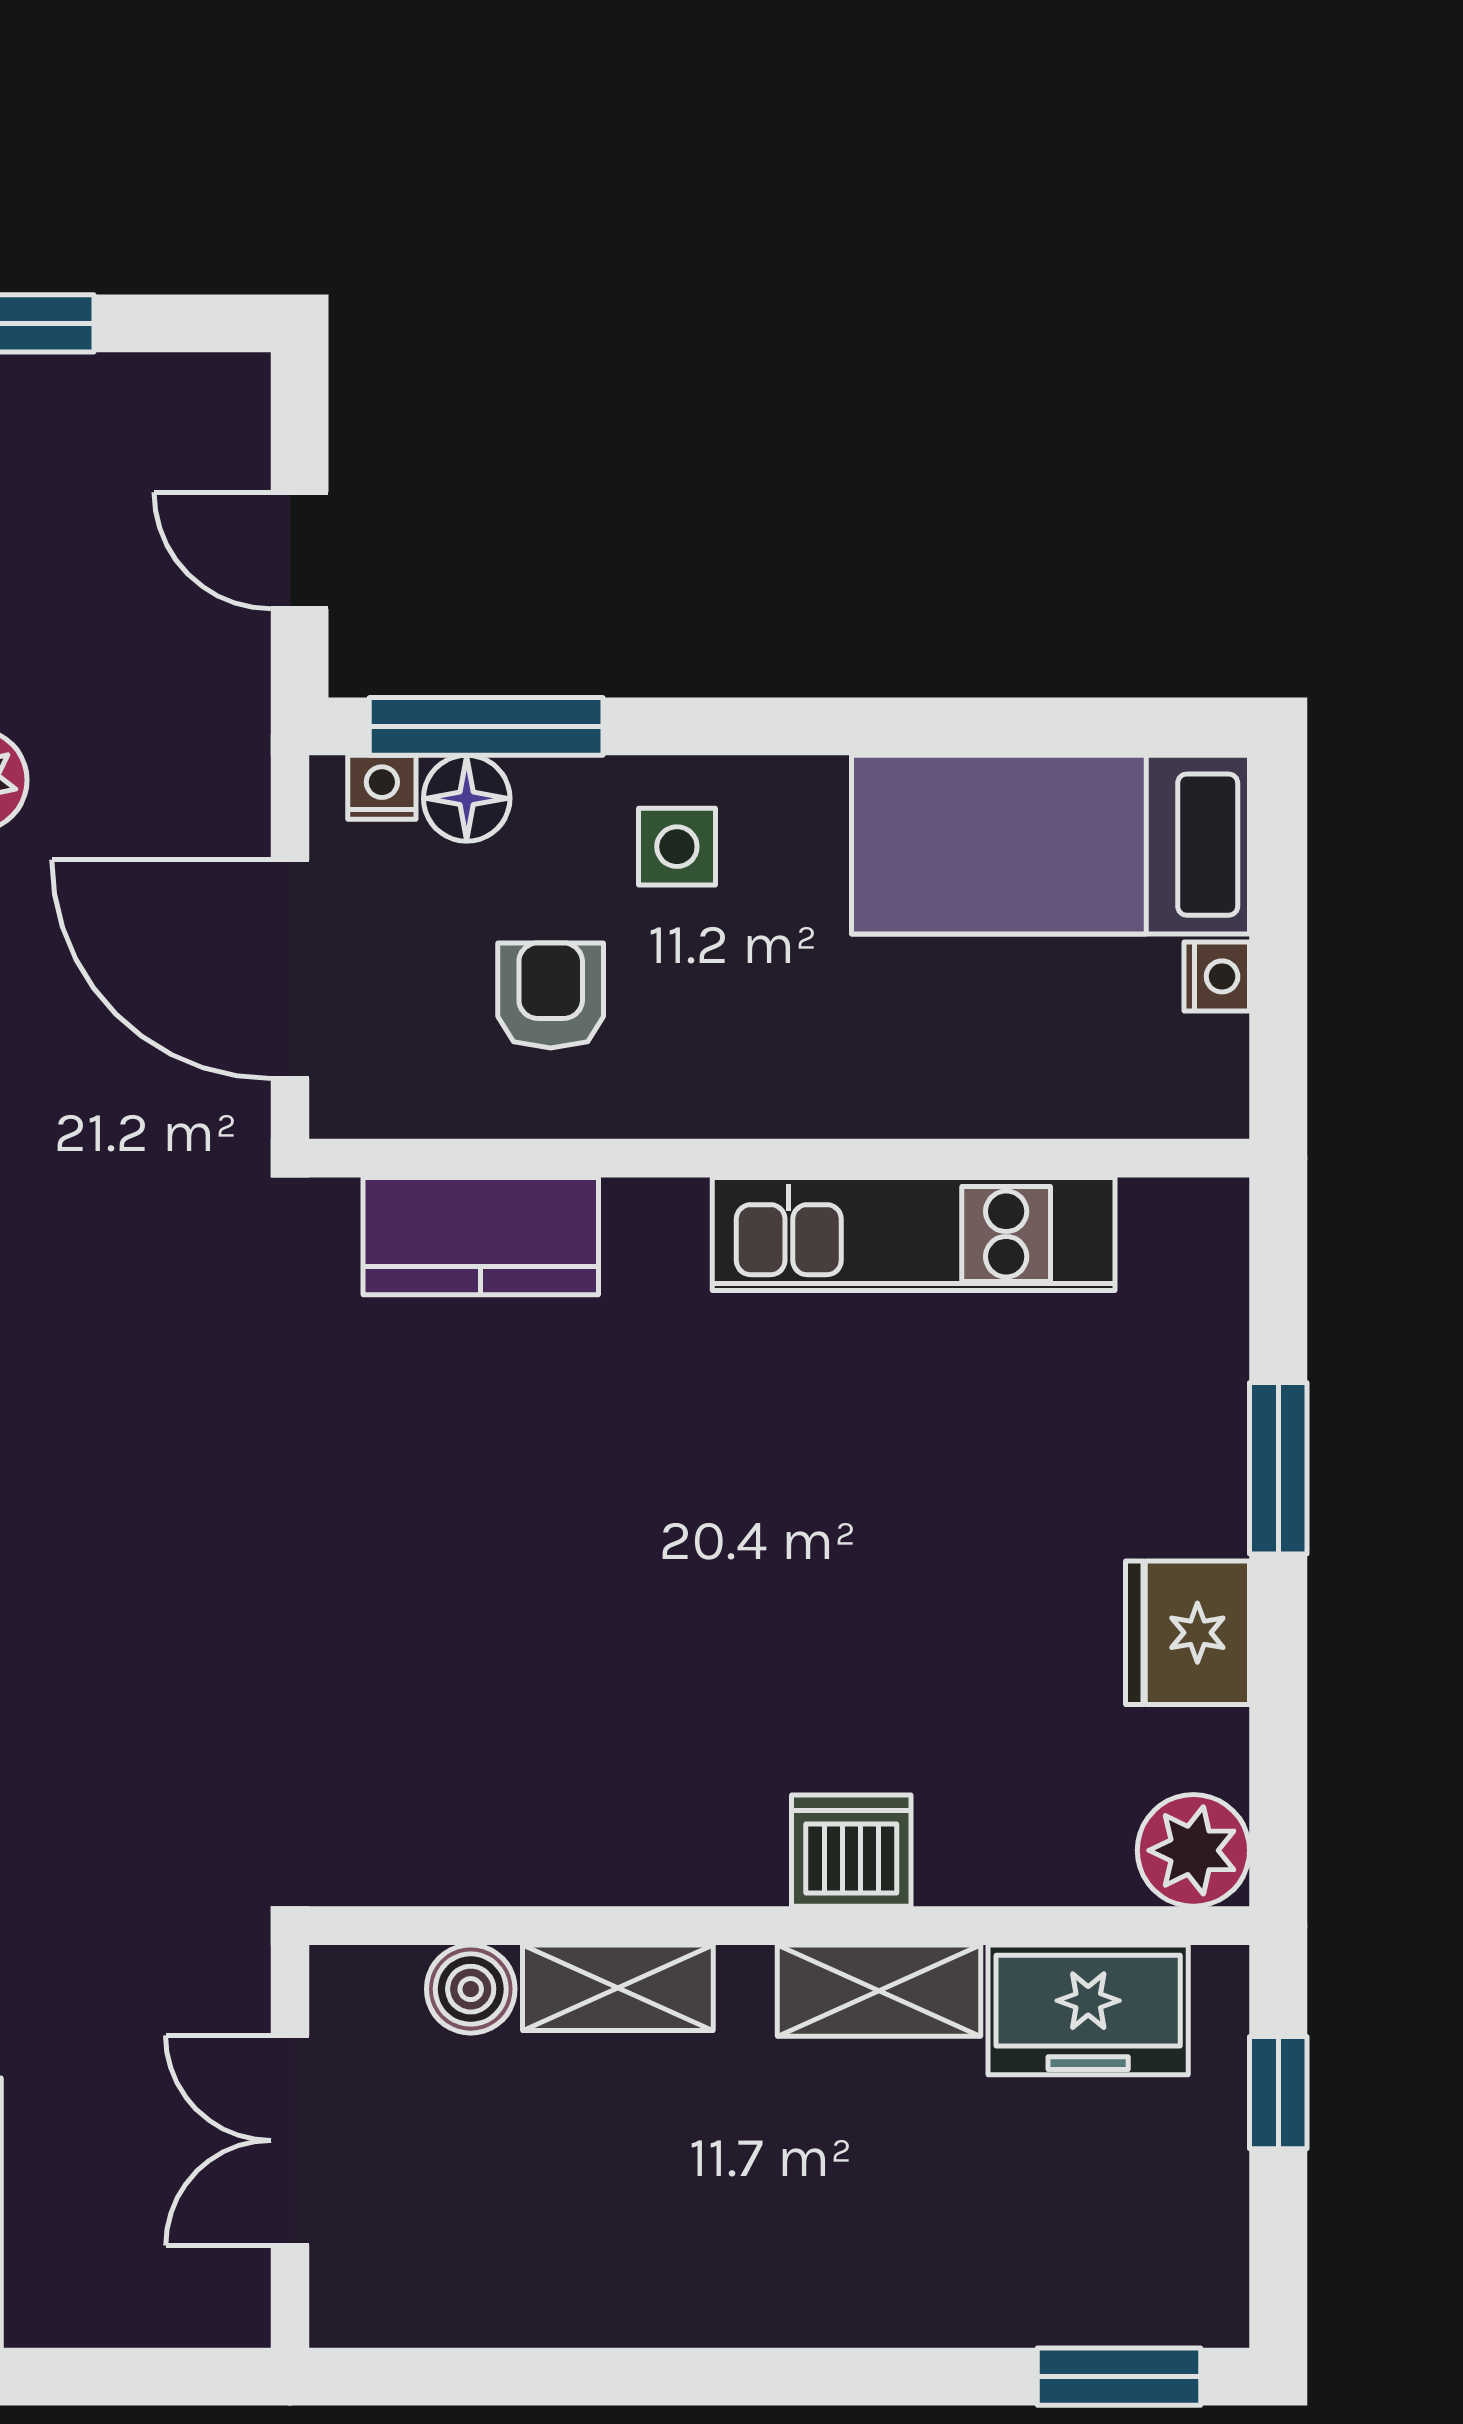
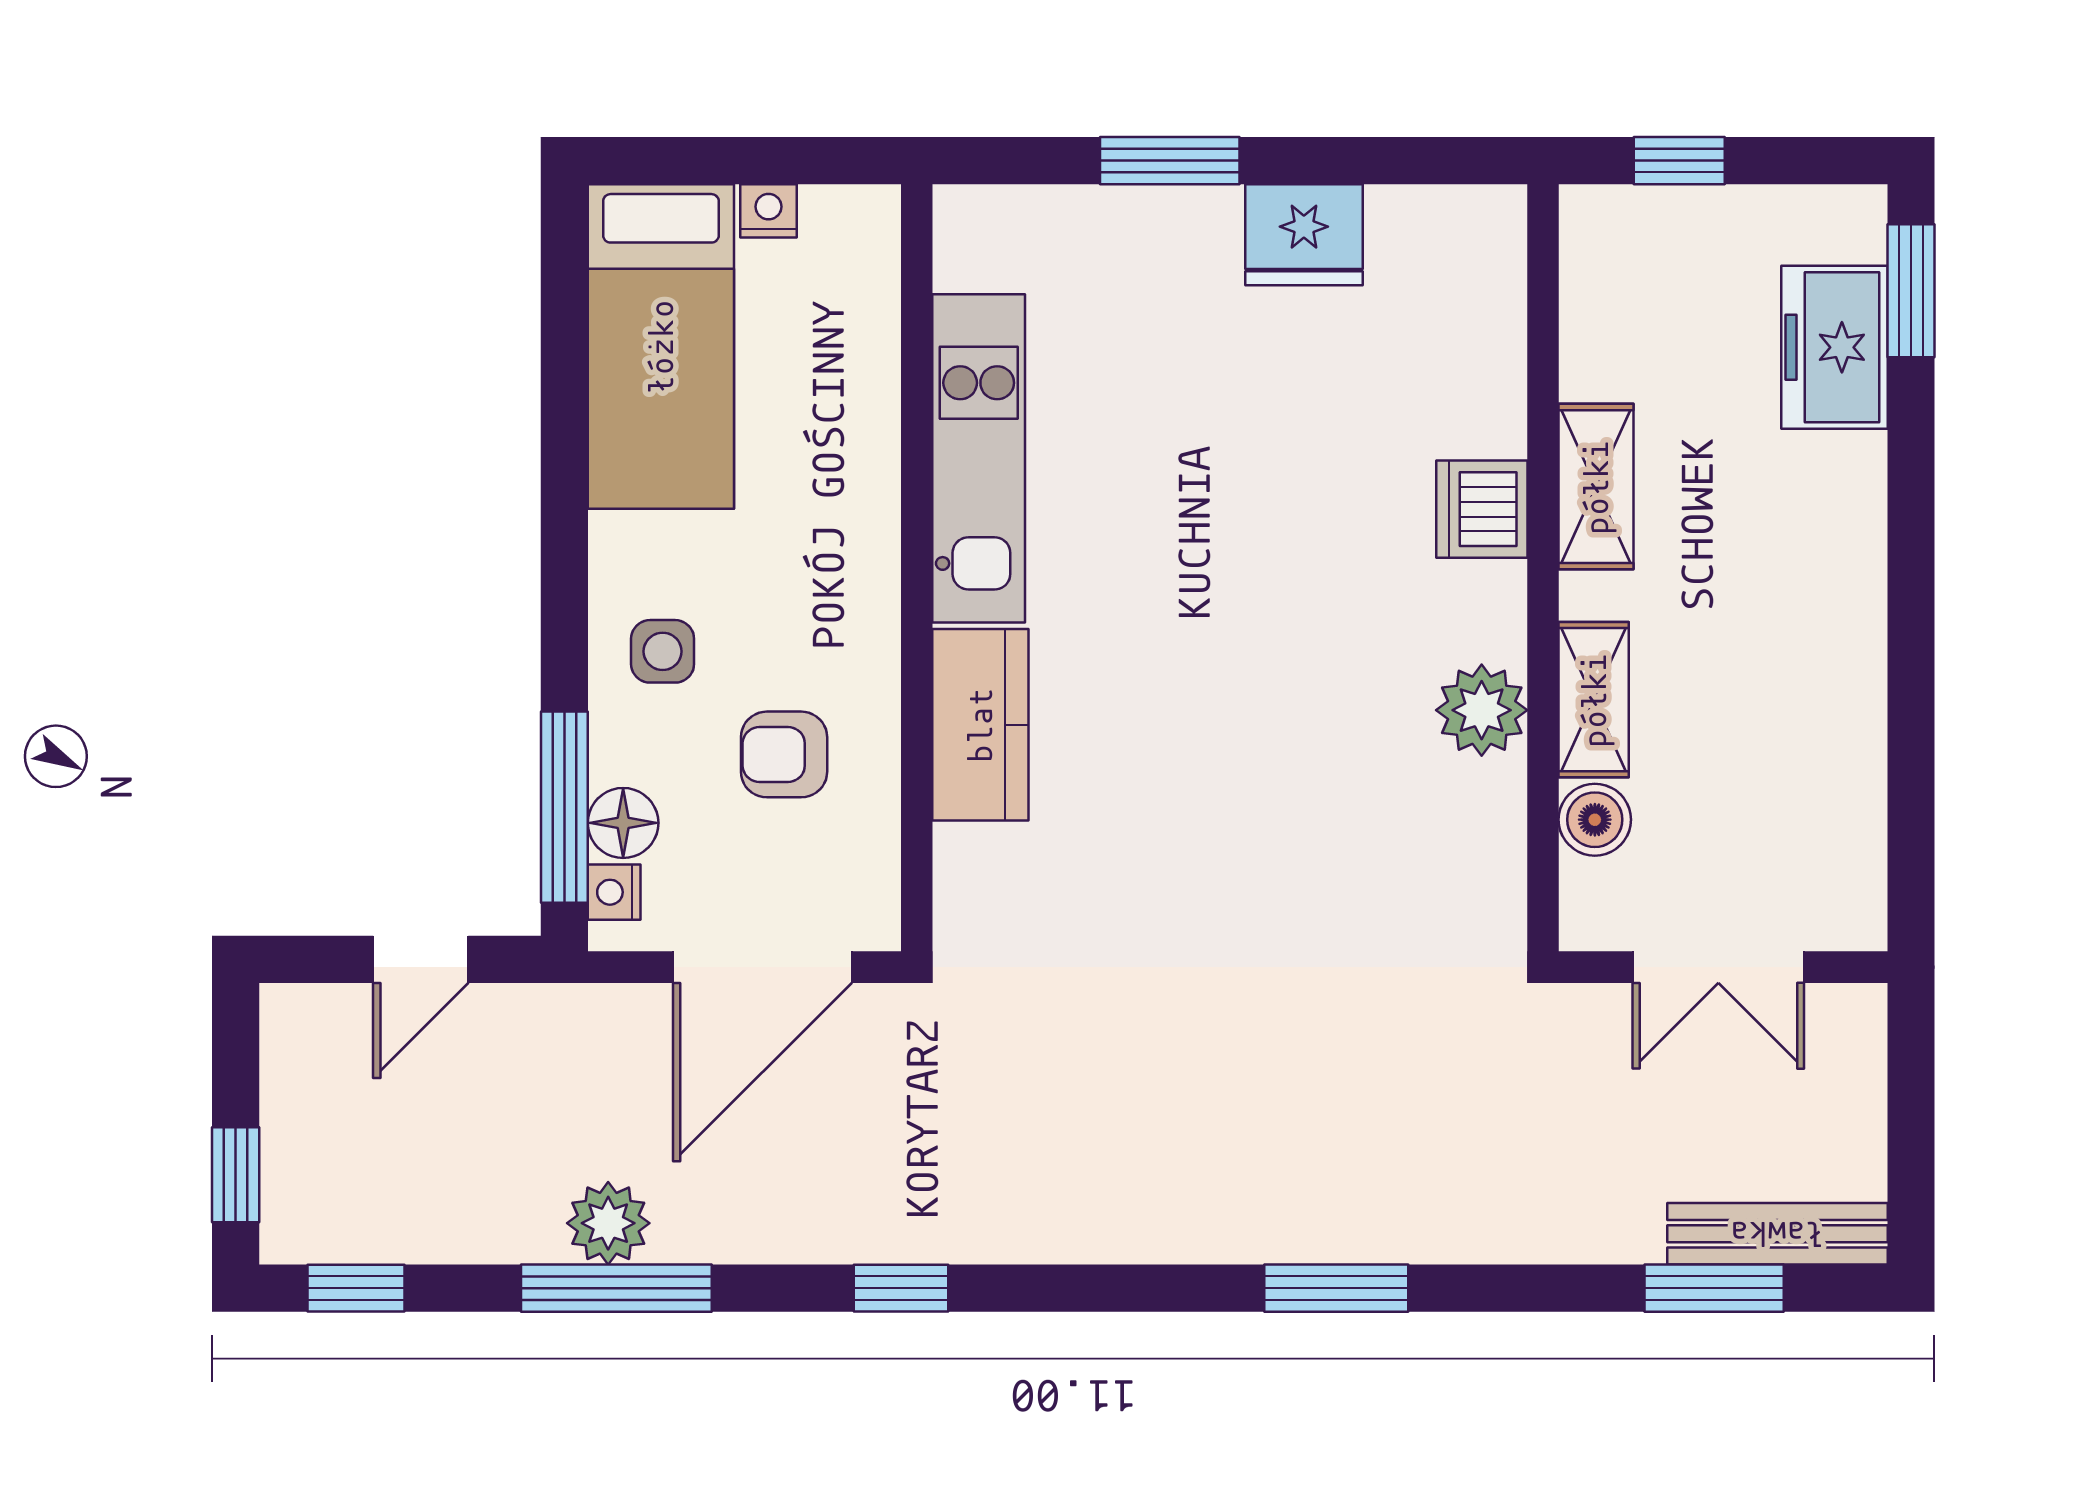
kitchen counter: (481, 1236) -> (980, 725), moved
plant: (1193, 1850) -> (1482, 710), moved
freezer: (1088, 2010) -> (1834, 347), moved, turned 180

